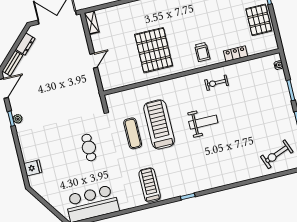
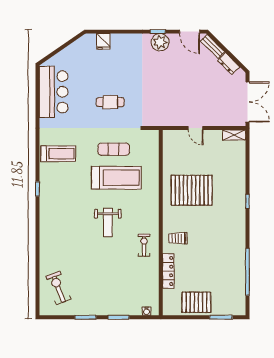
locker: (236, 54) -> (168, 271), width x1.53
plant: (18, 119) -> (160, 42), width x1.88, depth x1.88

